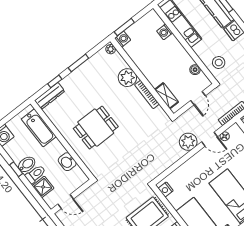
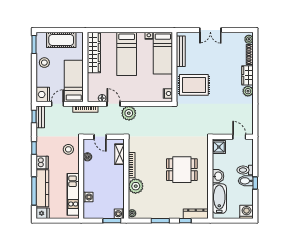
door: (198, 98) -> (100, 137), swing flipped
washbasin: (67, 162) -> (218, 176), moved
shower: (43, 187) -> (219, 147), moved

